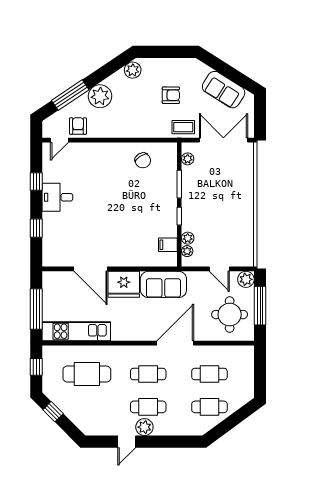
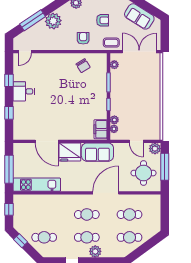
armchair: (78, 126) -> (83, 38), moved
filing cabinet: (168, 245) -> (101, 129), width x2.00
cafe table: (87, 374) -> (44, 237), moved, width x0.73, depth x0.74
plant: (144, 427) -> (95, 251), moved

